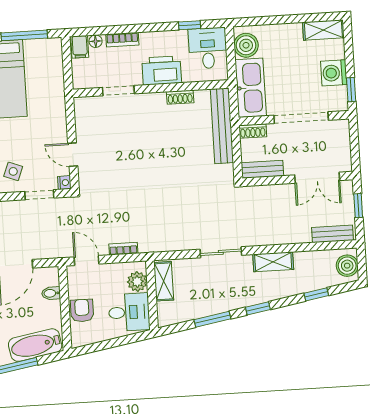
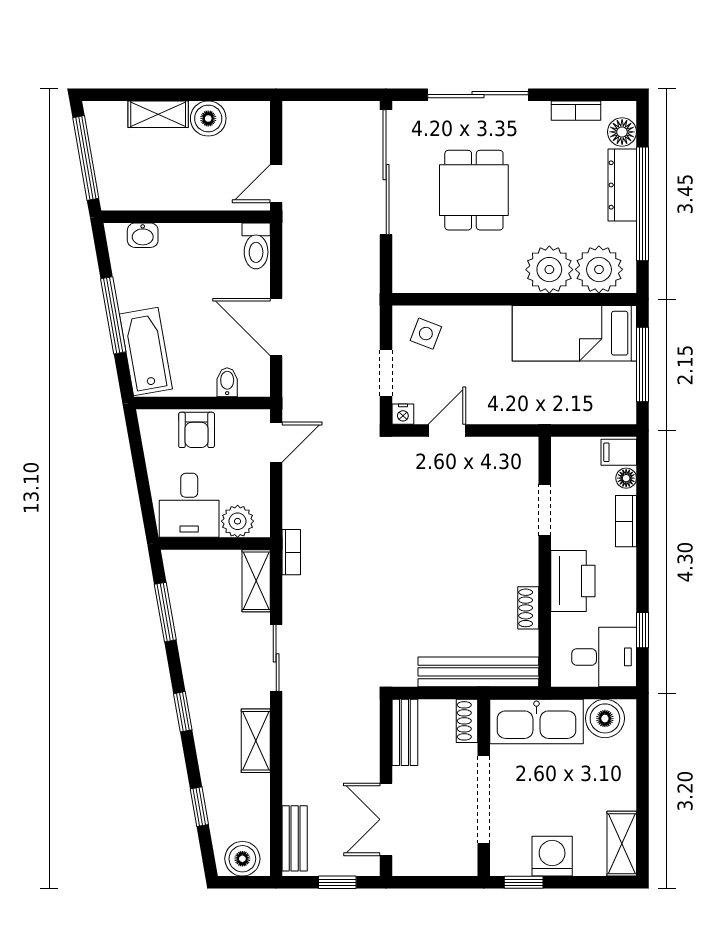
bookcase: (123, 249) -> (291, 552), moved
shelving: (164, 281) -> (256, 581), moved, turned 90
armchair: (82, 311) -> (197, 430), turned 90
window: (212, 319) -> (165, 612), moved

